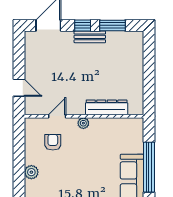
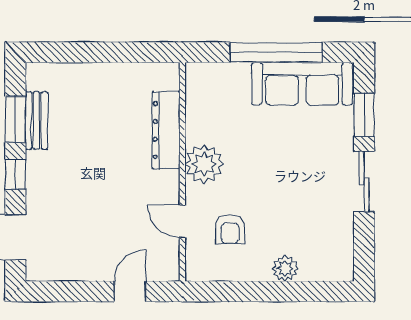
bench: (90, 37) -> (36, 121), moved
plant: (83, 123) -> (204, 164), width x1.88, depth x1.88
armchair: (53, 142) -> (230, 229), turned -90

